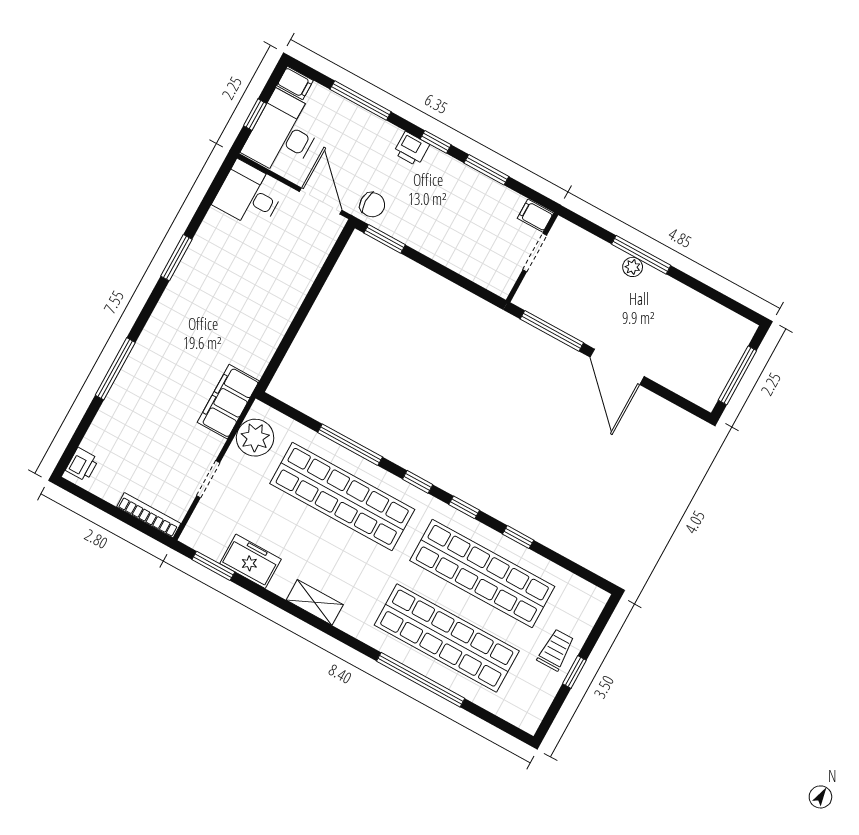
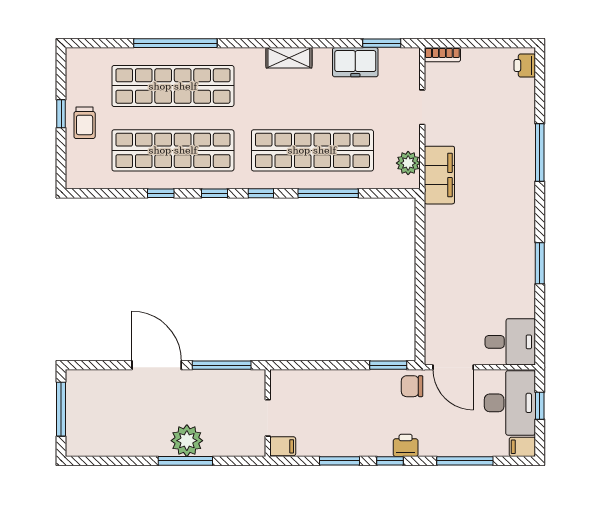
plant: (633, 267) -> (187, 441), width x1.88, depth x1.88
plant: (255, 438) -> (408, 163), width x0.73, depth x0.73
bookcase: (149, 515) -> (442, 55), width x0.64

